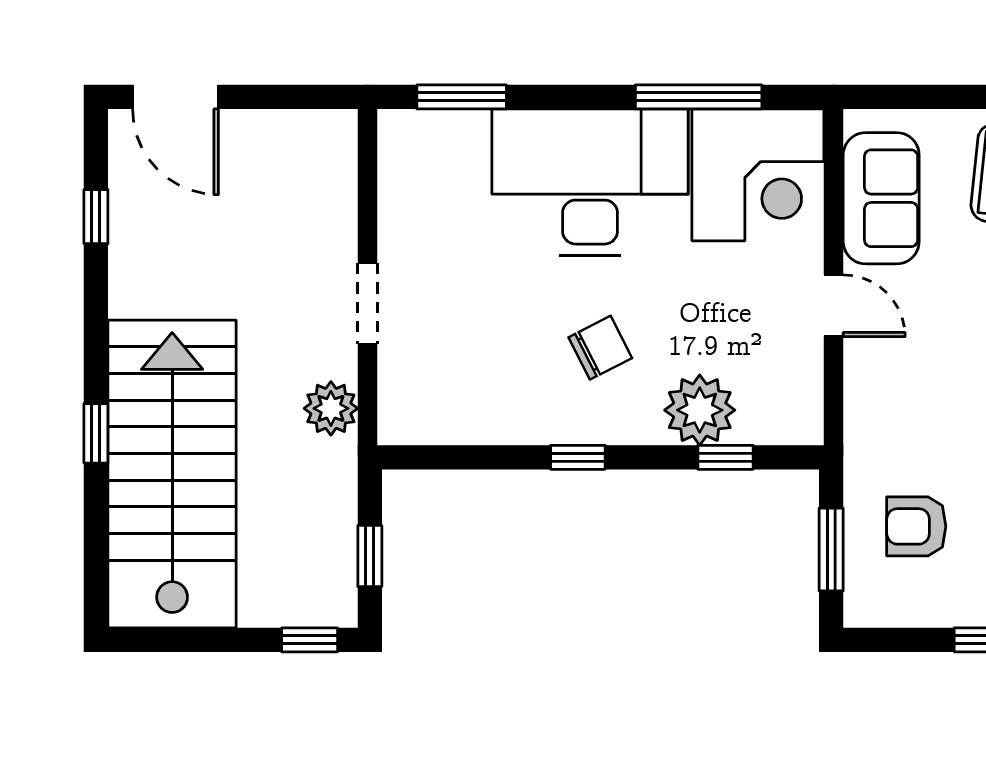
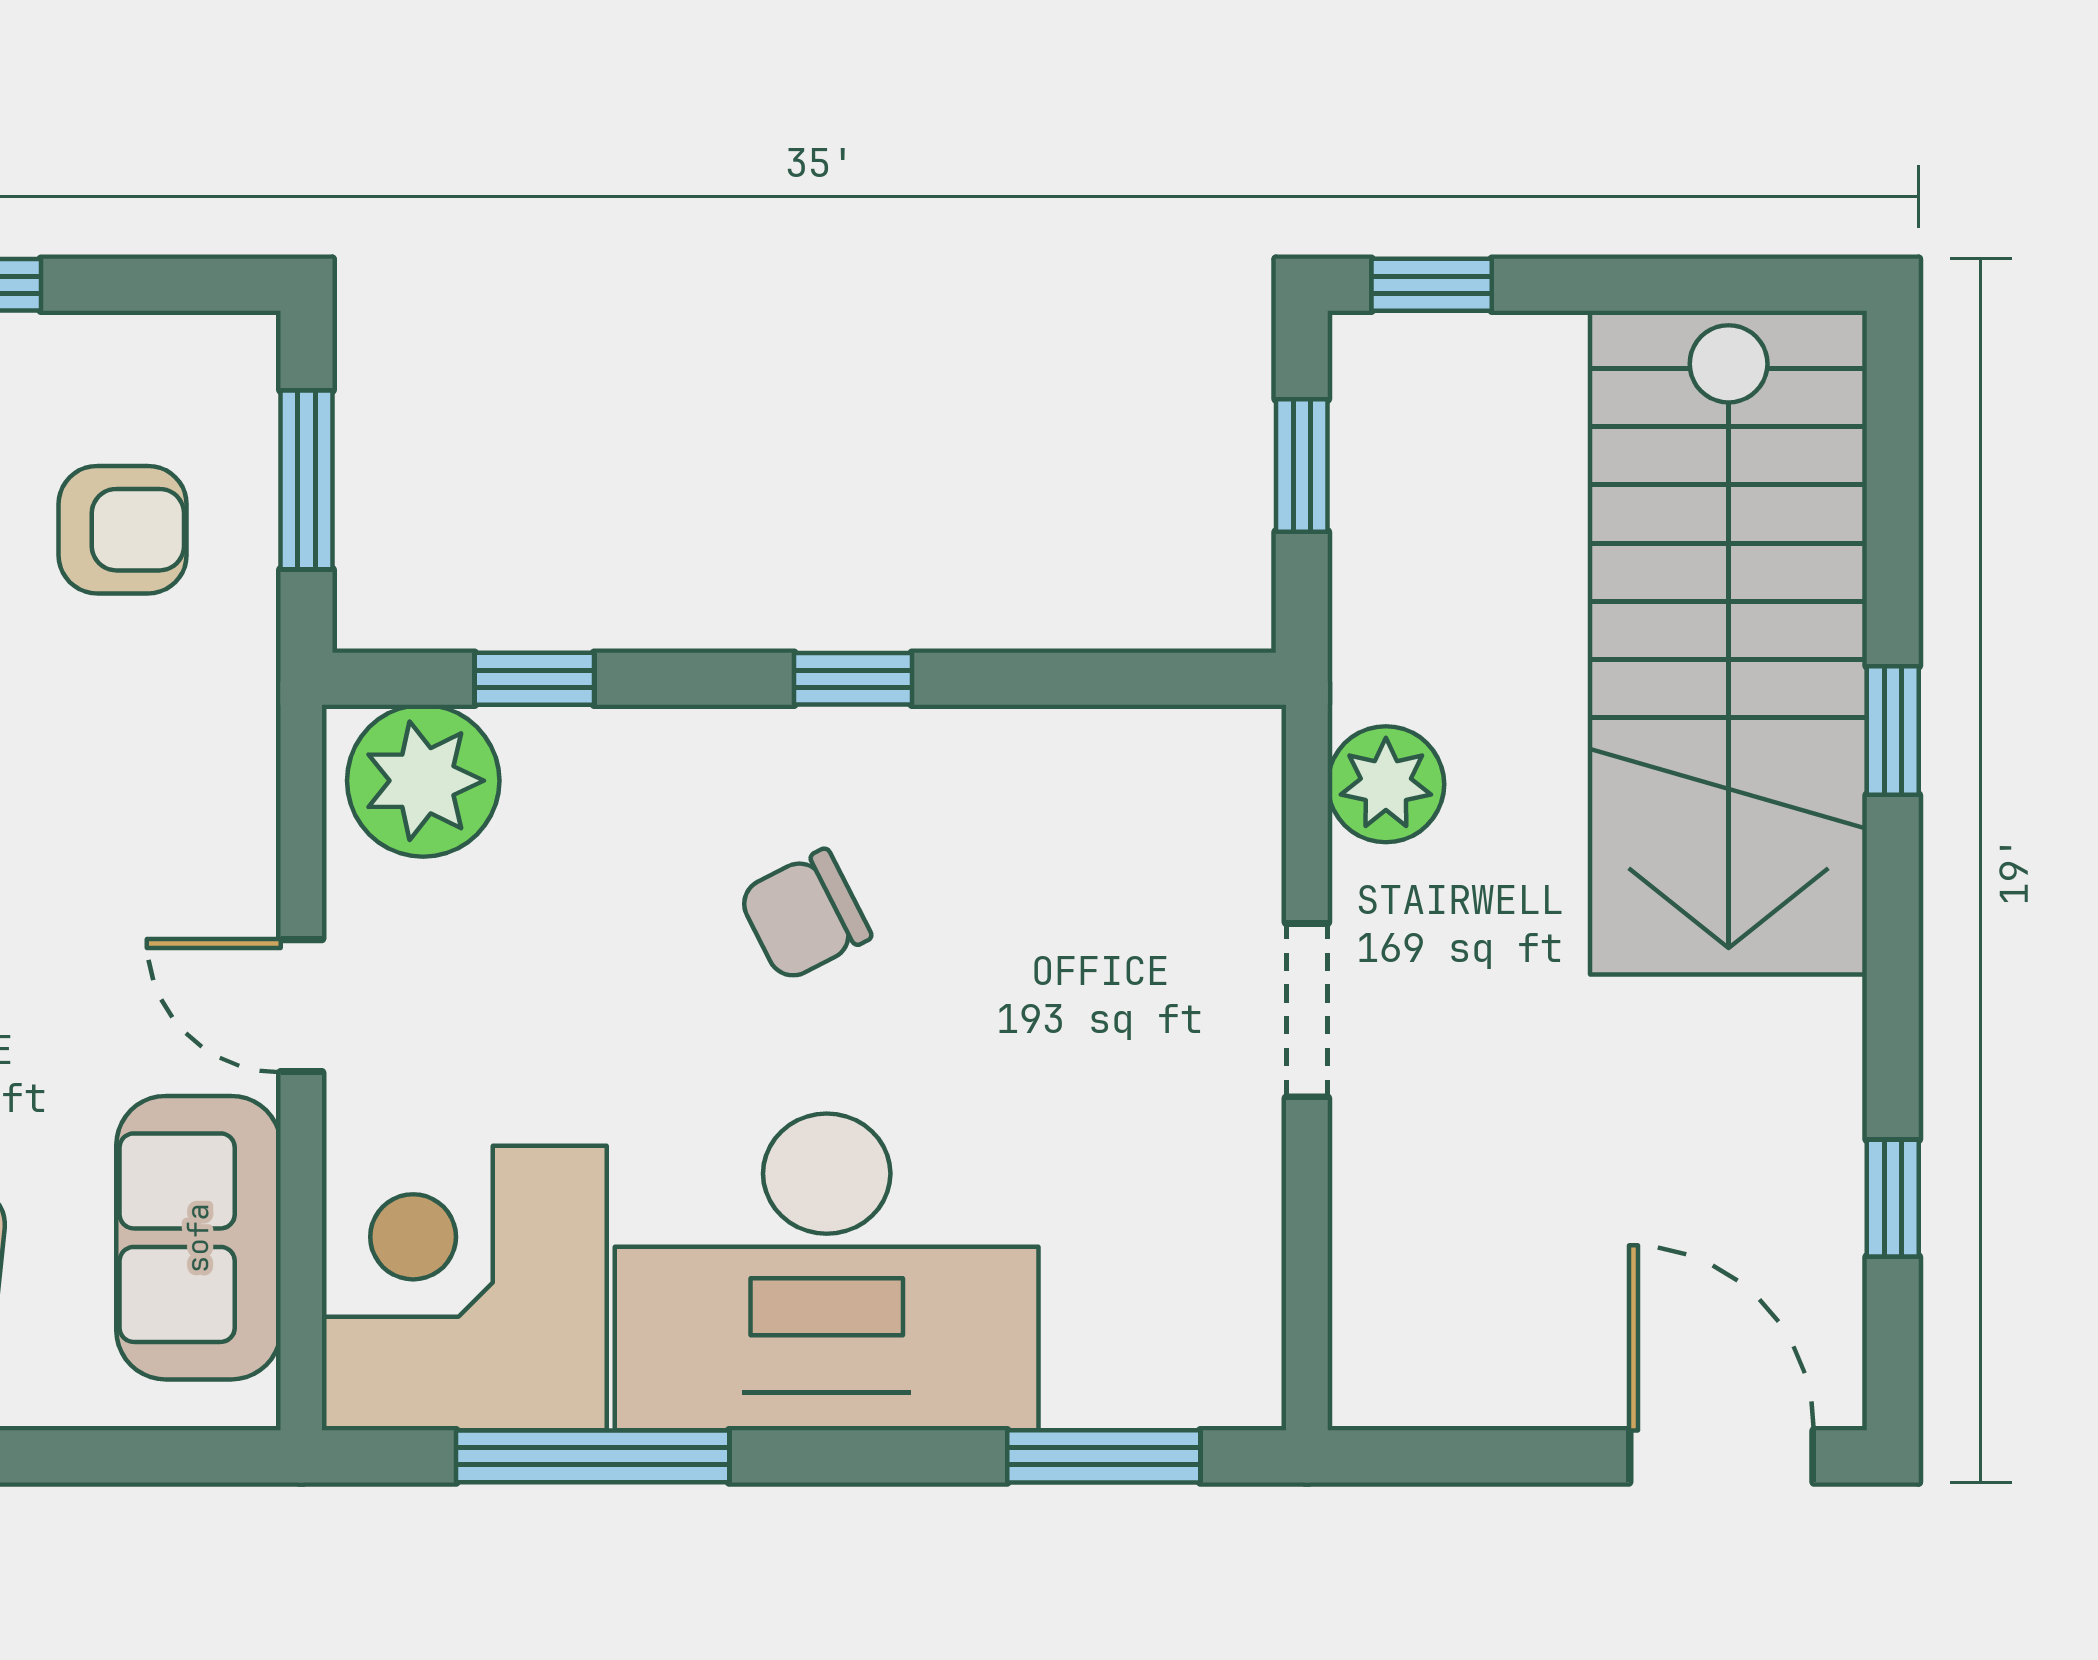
plant: (700, 410) -> (423, 781), moved

